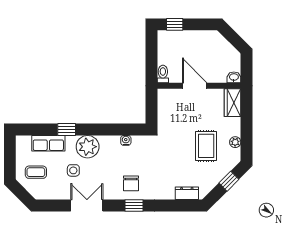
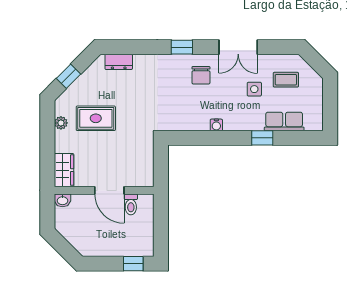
toilet: (163, 74) -> (131, 204), moved
water cooler: (126, 140) -> (216, 125), moved
rug: (206, 146) -> (96, 118), turned 90
plant: (88, 147) -> (237, 117), removed
coffee table: (36, 172) -> (286, 80), moved
chair: (131, 183) -> (201, 75), moved, turned 180

